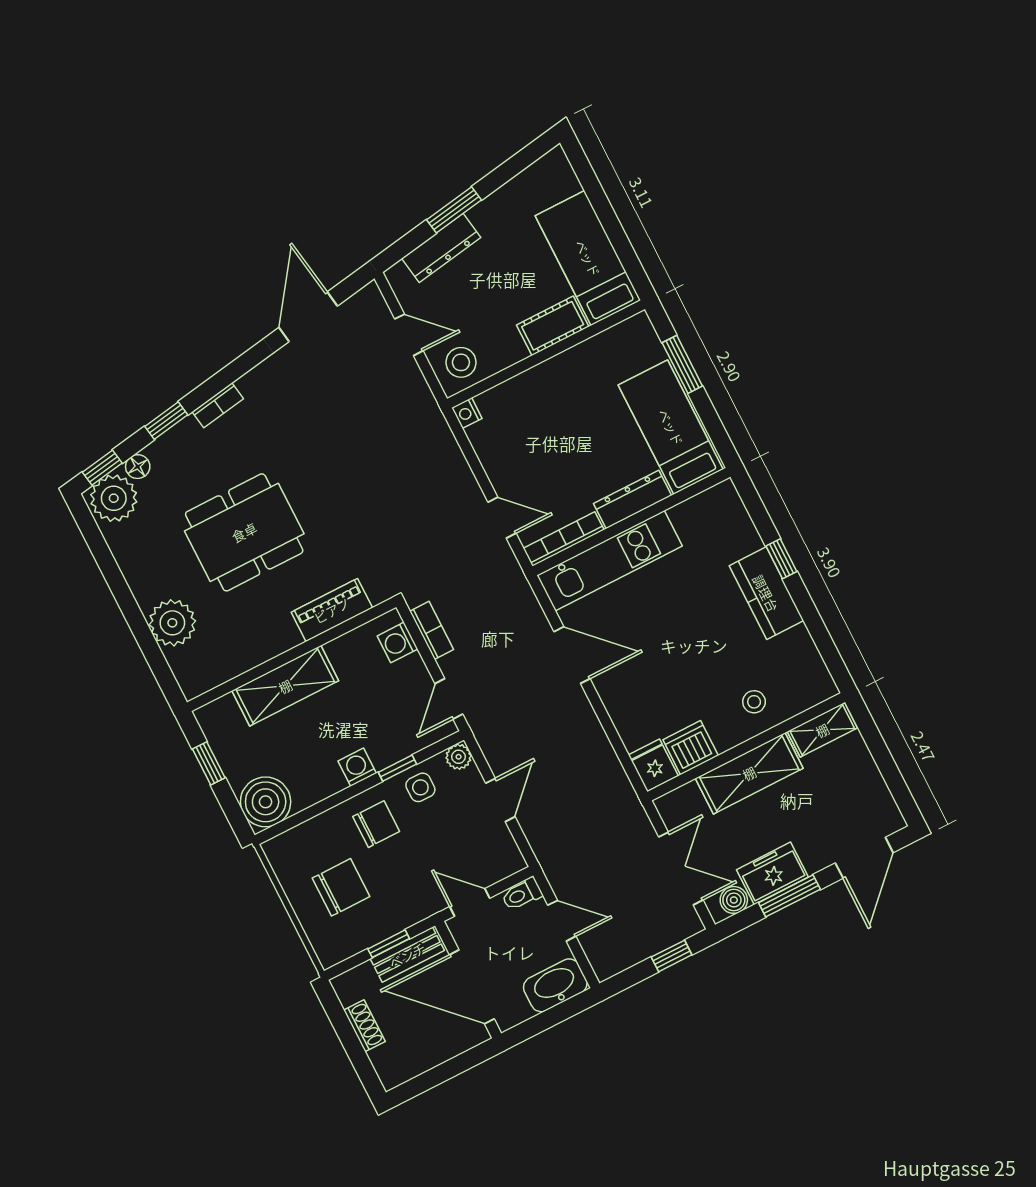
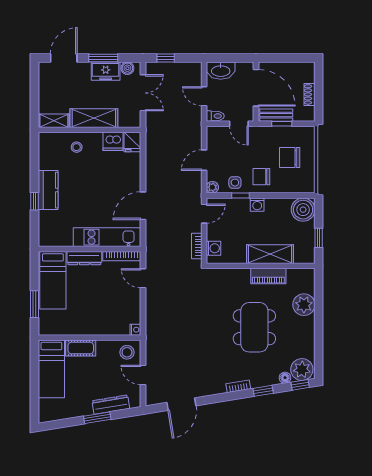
dining table: (244, 532) -> (254, 327), turned 90
piano: (332, 610) -> (268, 276), moved
door: (572, 655) -> (143, 206), hinge flipped
double door: (681, 868) -> (143, 93), swing flipped

